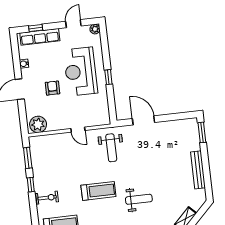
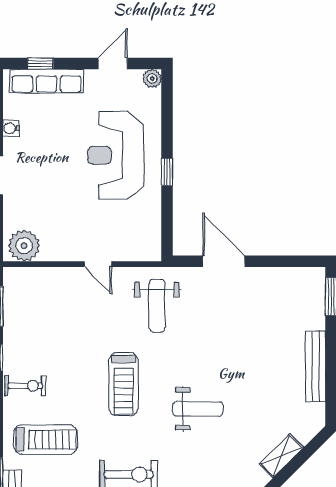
armchair: (52, 88) -> (59, 180), removed
treadmill: (98, 191) -> (123, 384), turned 90

